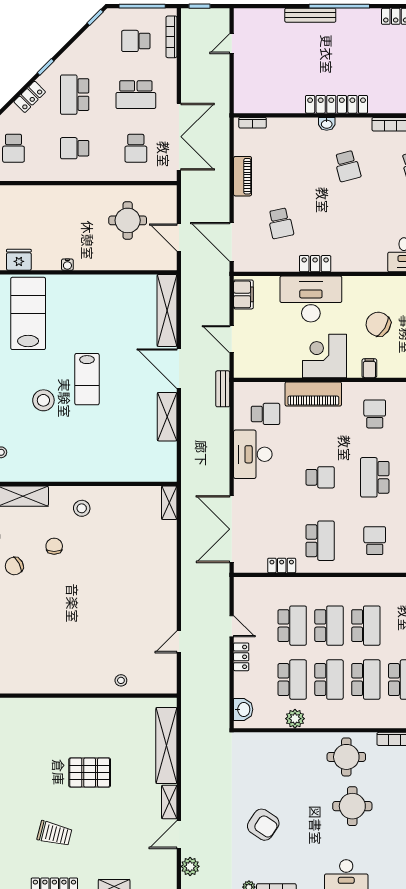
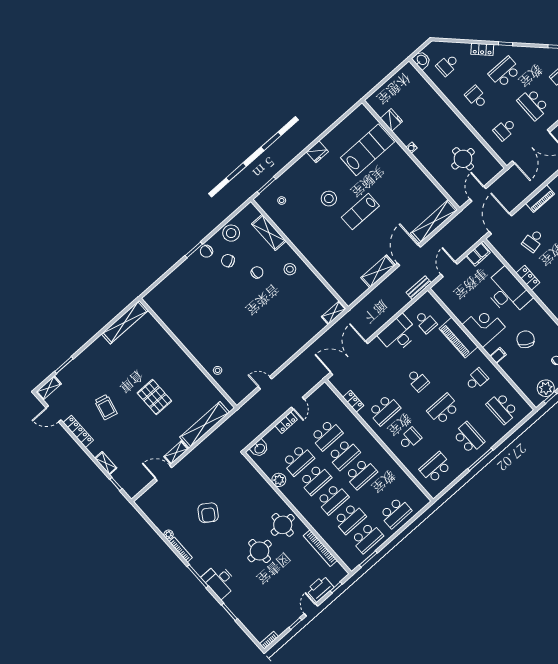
plant: (190, 866) -> (152, 494), removed

